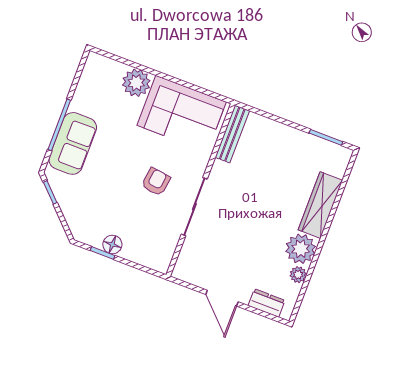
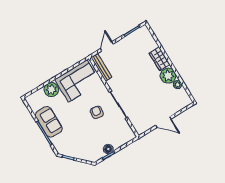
door: (272, 117) -> (107, 46), added
sofa: (73, 143) -> (49, 122), moved
wardrobe: (320, 205) -> (160, 59), width x0.67
dresser: (267, 303) -> (179, 106), removed

